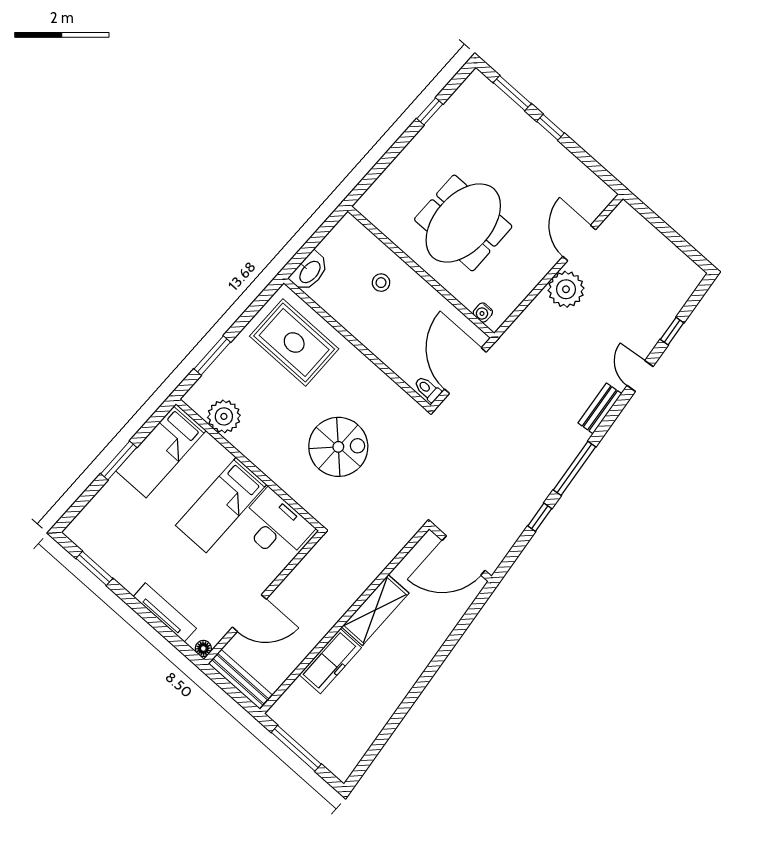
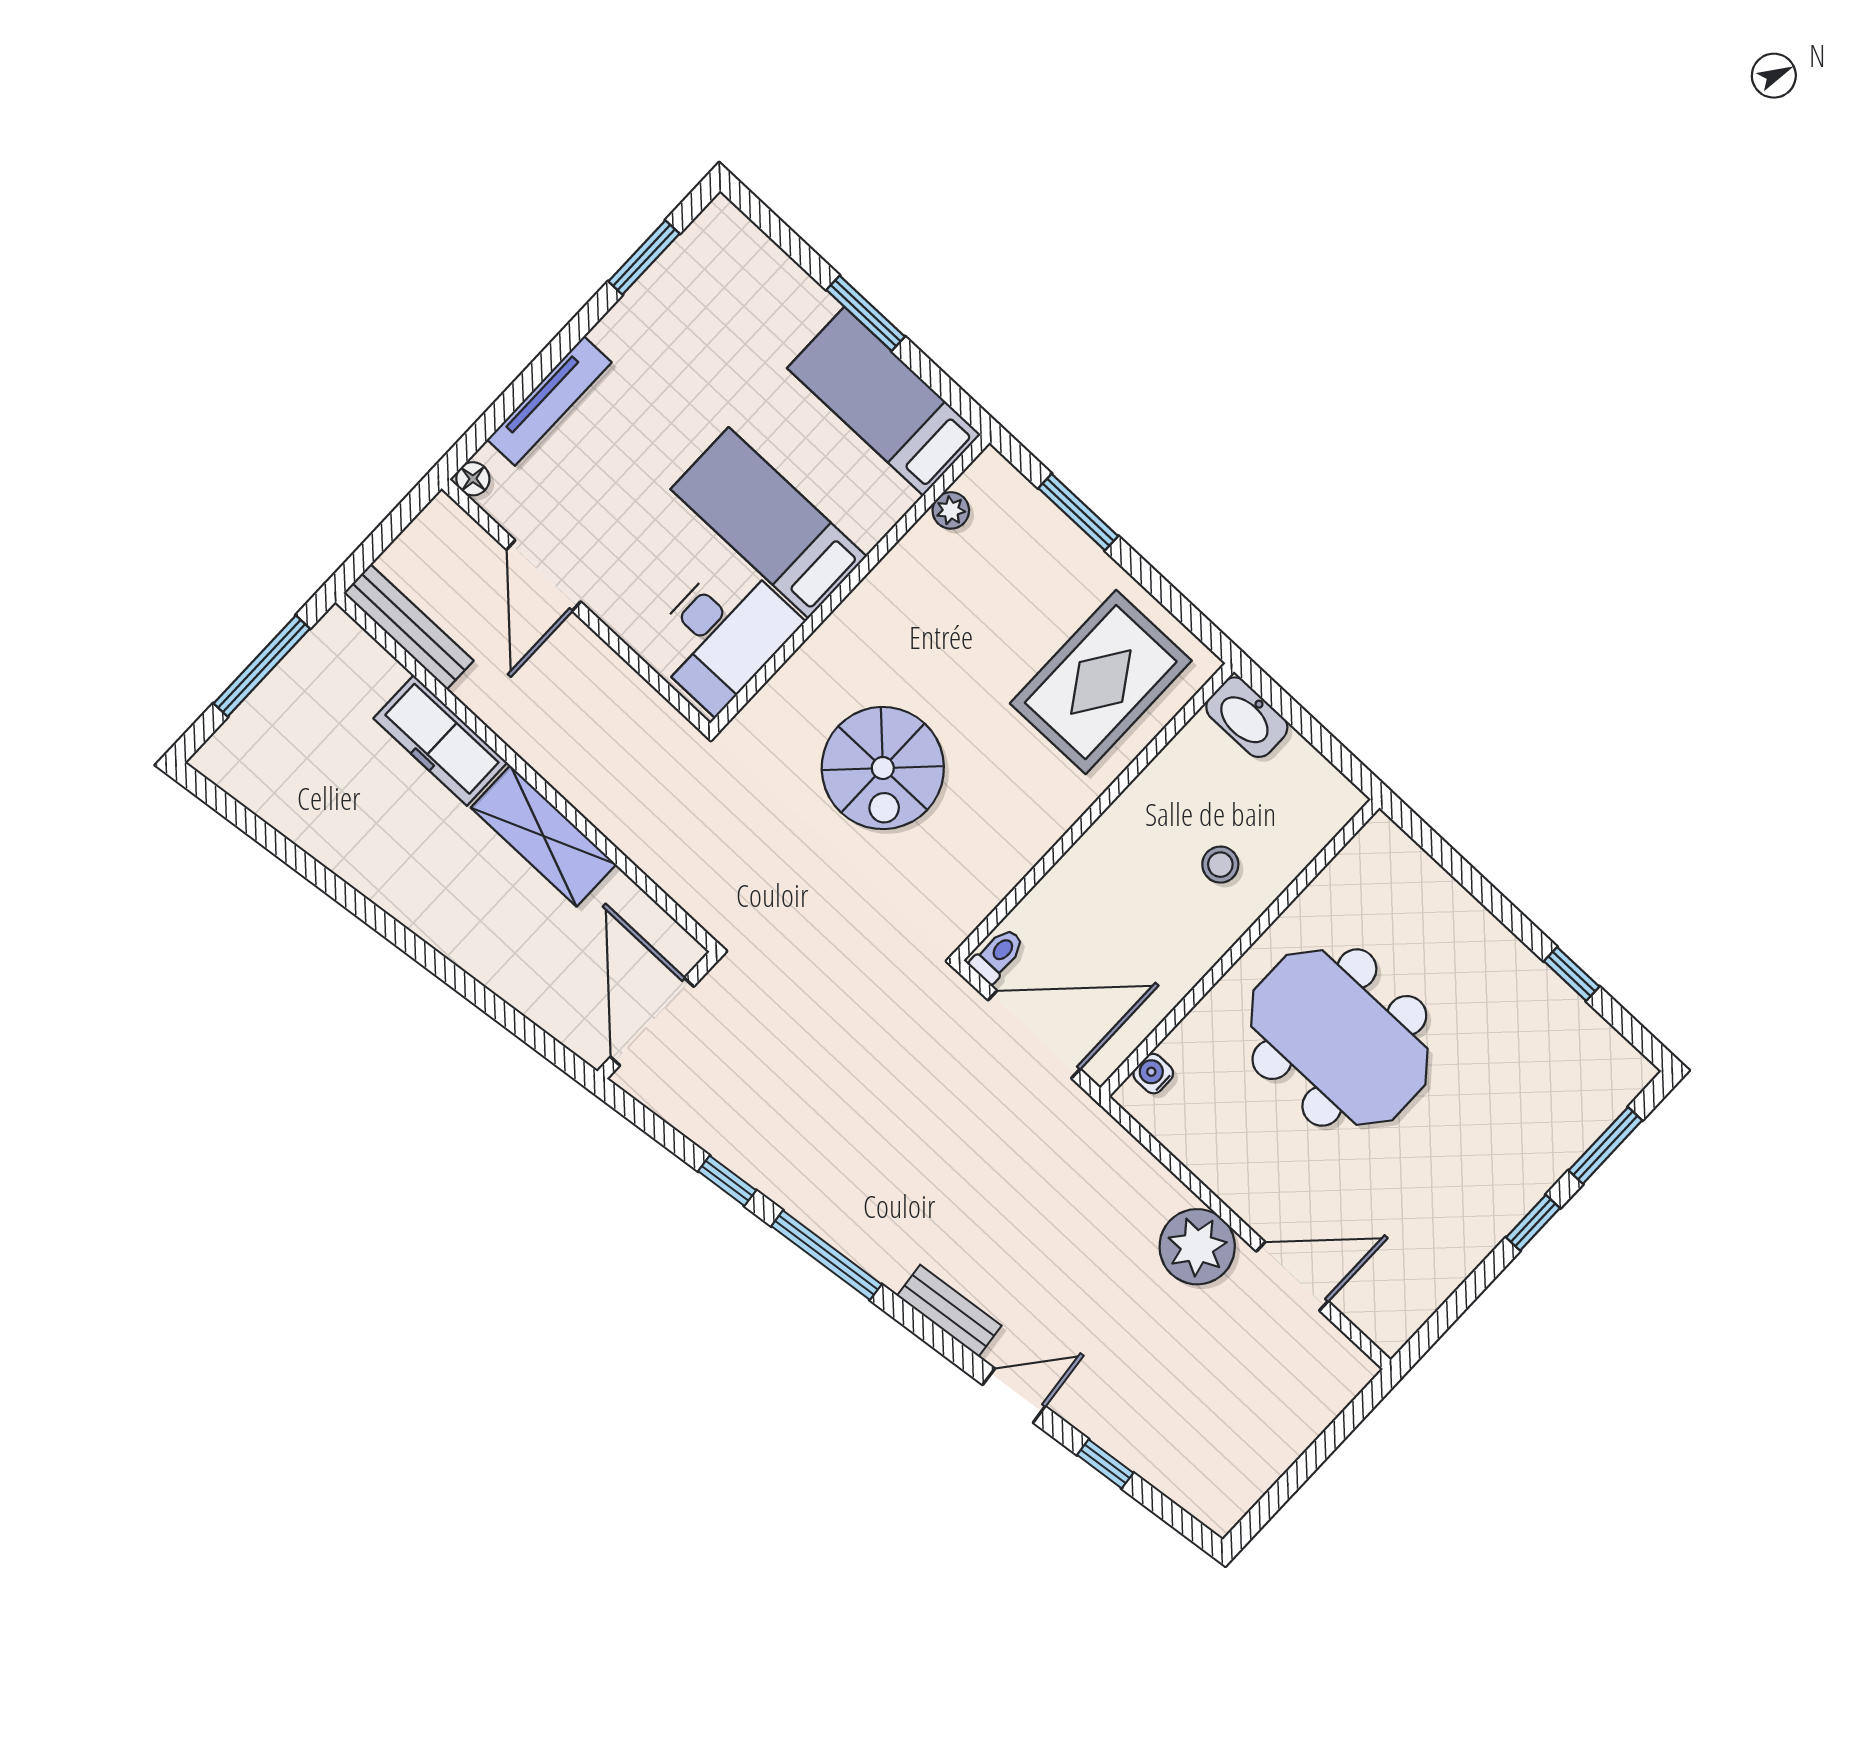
plant: (224, 416) -> (951, 510), width x0.53, depth x0.53
bench: (240, 679) -> (409, 627), moved, turned 90

